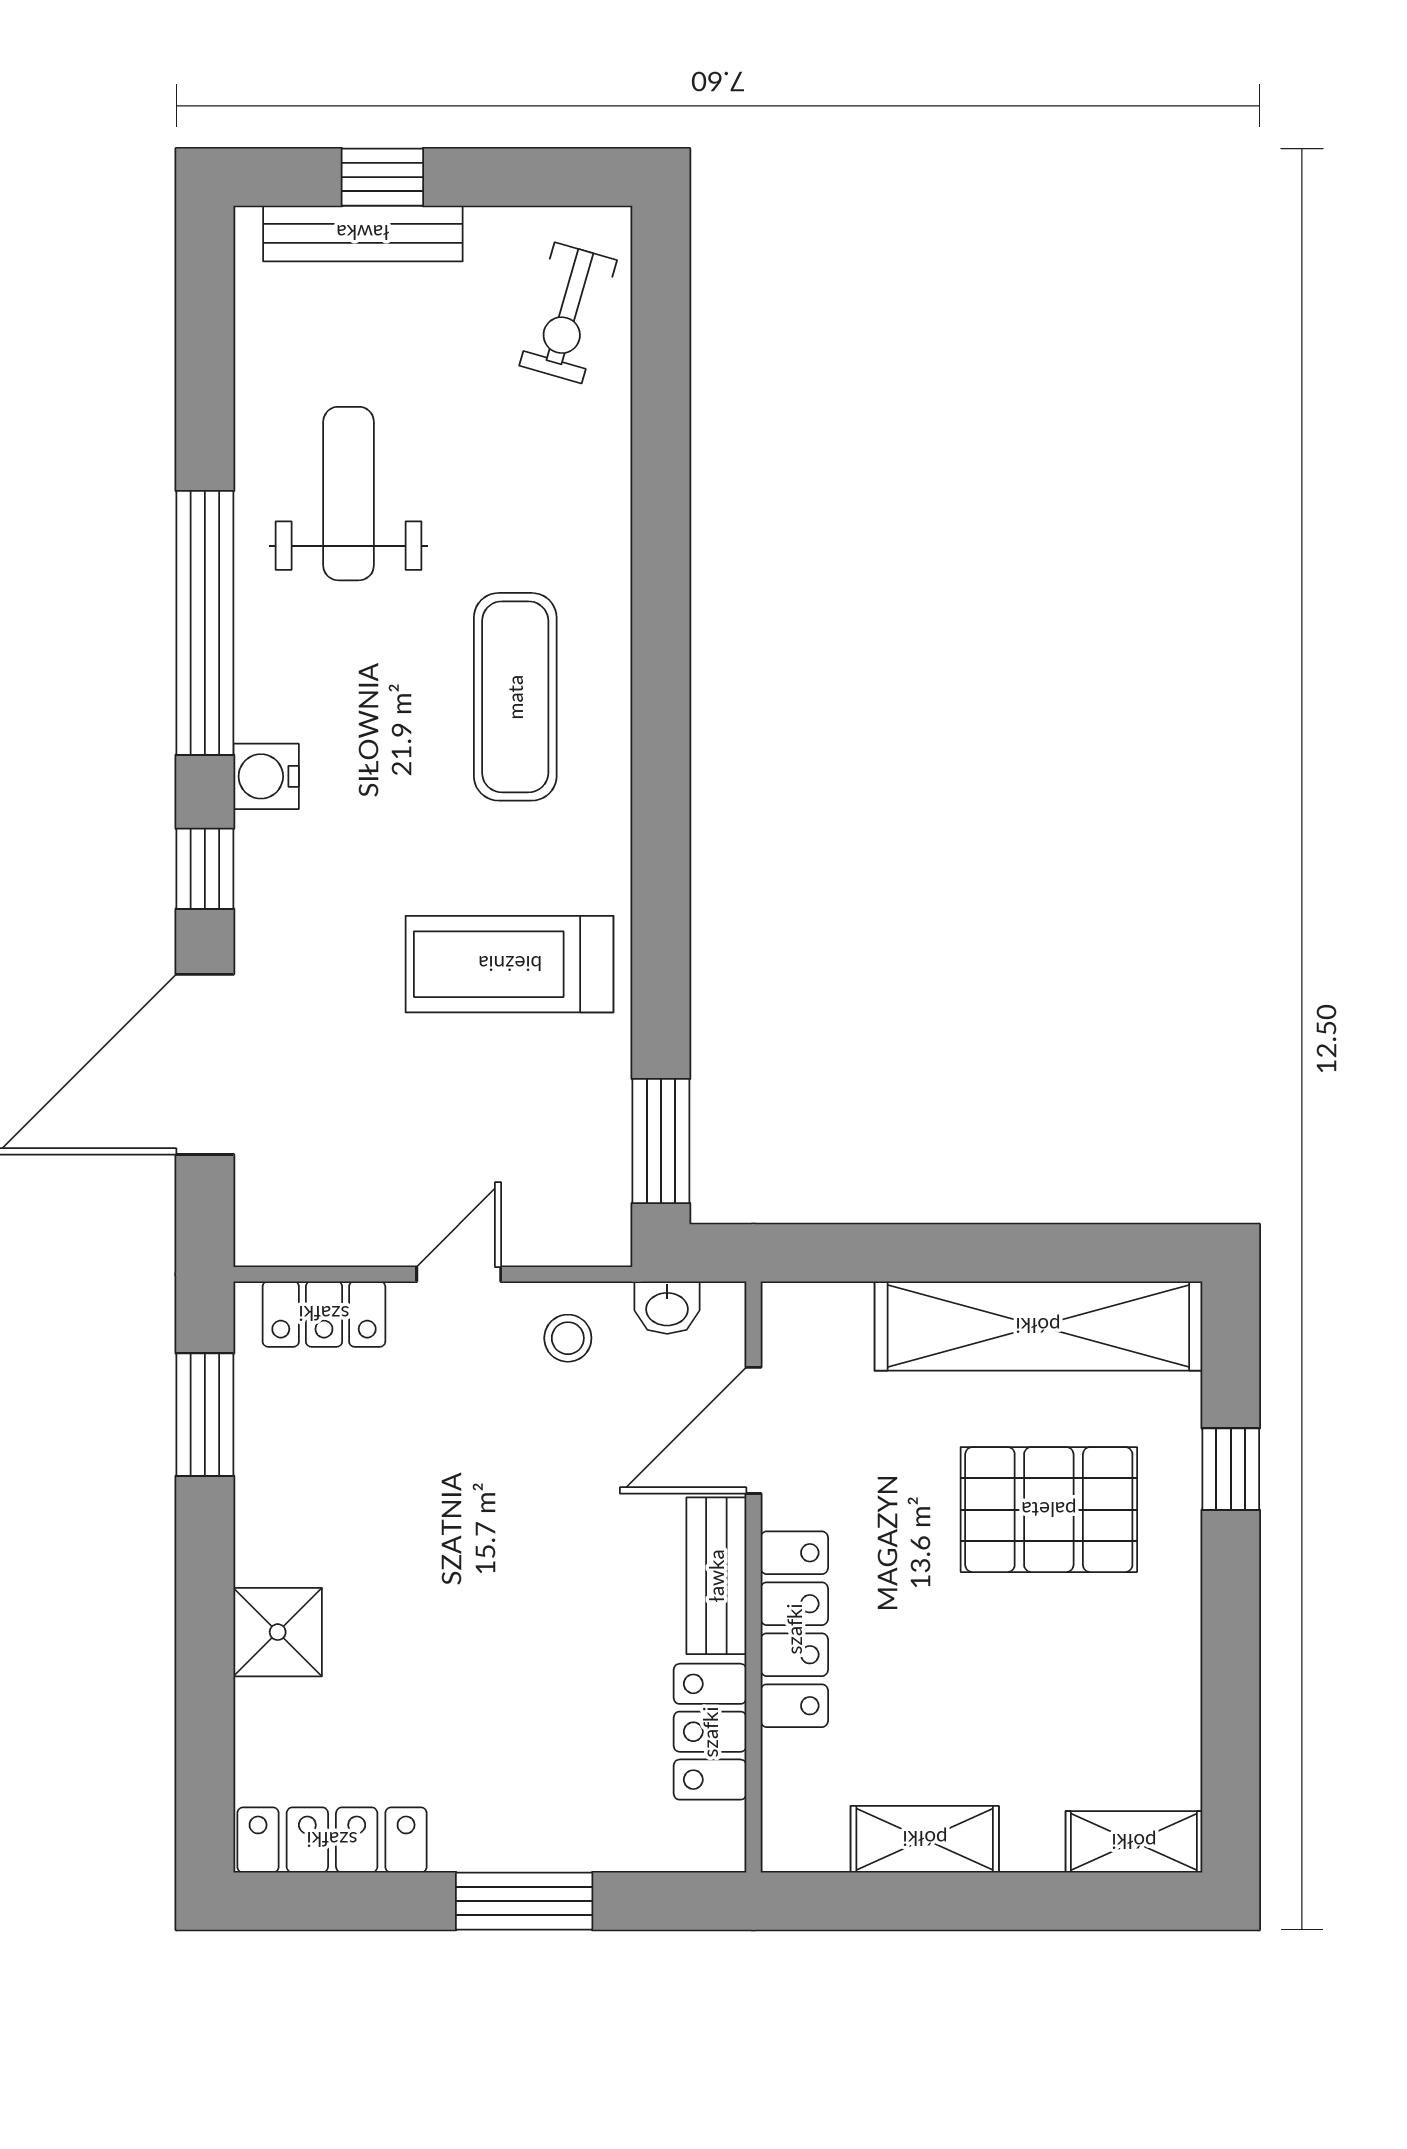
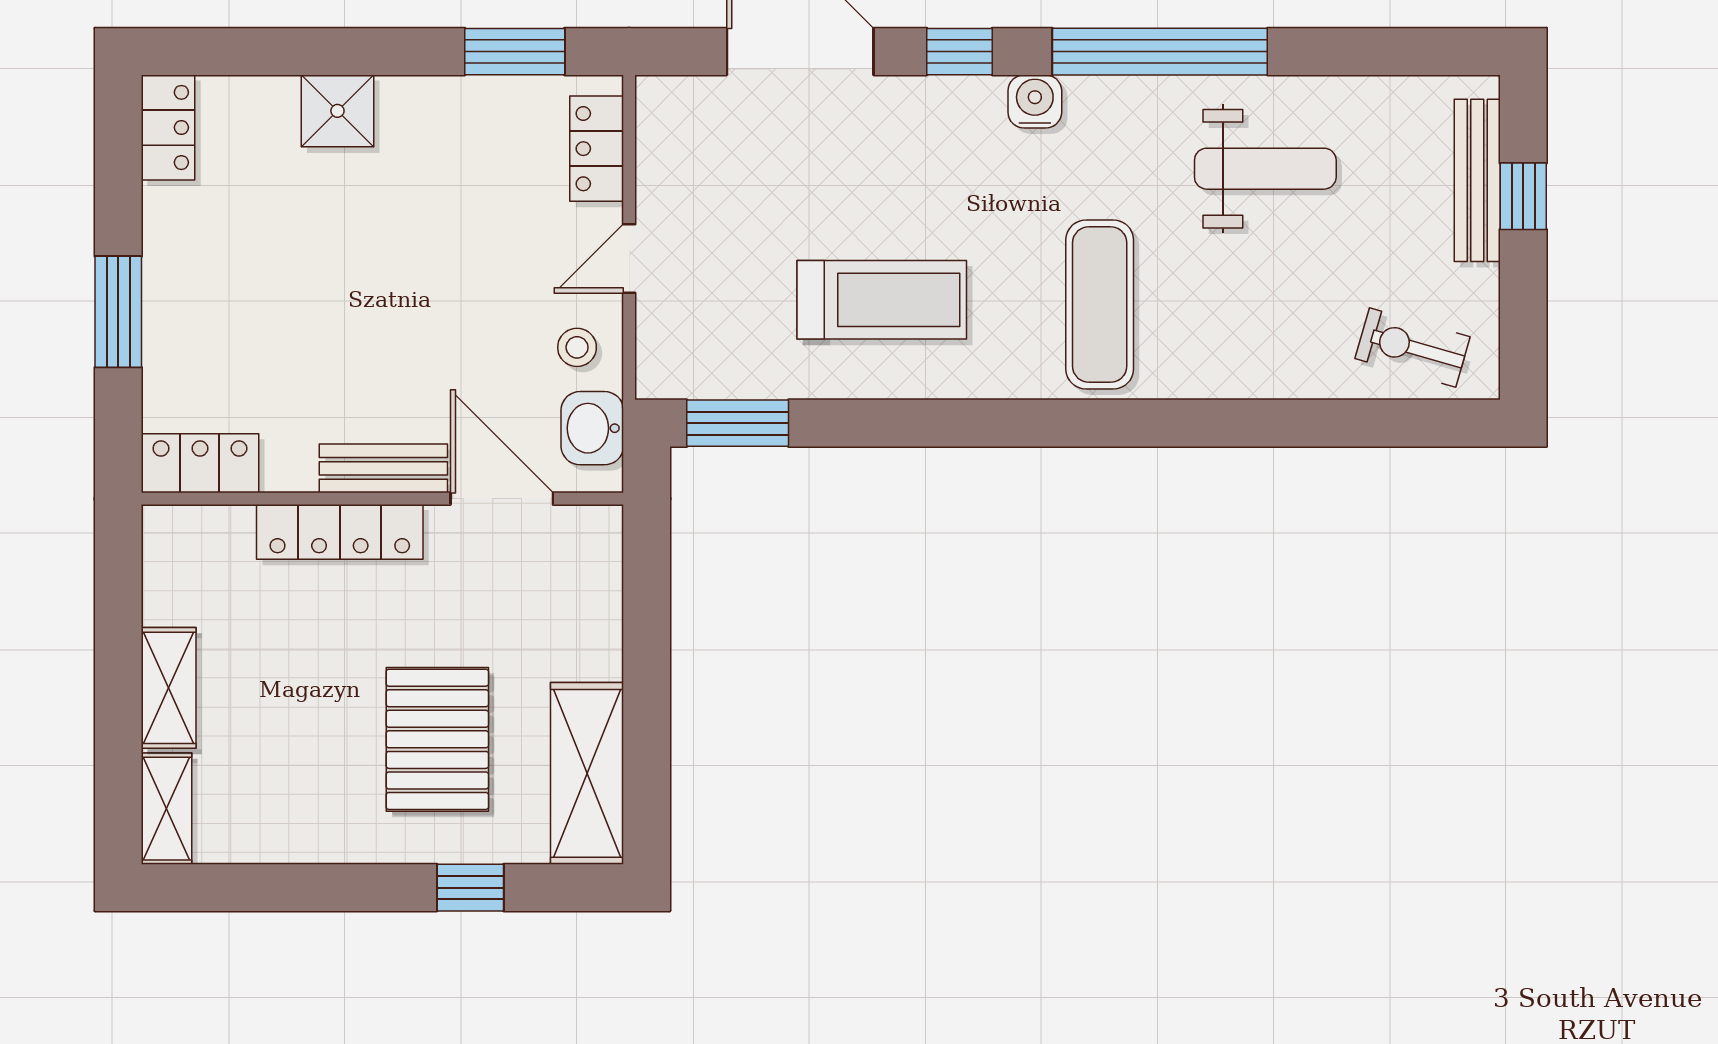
exercise mat: (515, 697) -> (1100, 304), turned 90
treadmill: (510, 964) -> (882, 300), turned 90
door: (459, 1274) -> (629, 258), swing flipped
washbasin: (667, 1308) -> (592, 428), width x1.38, depth x1.45
shelving: (1038, 1326) -> (587, 773), width x0.68
locker: (710, 1732) -> (200, 463), moved
shelving: (925, 1839) -> (169, 688), moved
locker: (332, 1840) -> (168, 127), width x0.66

